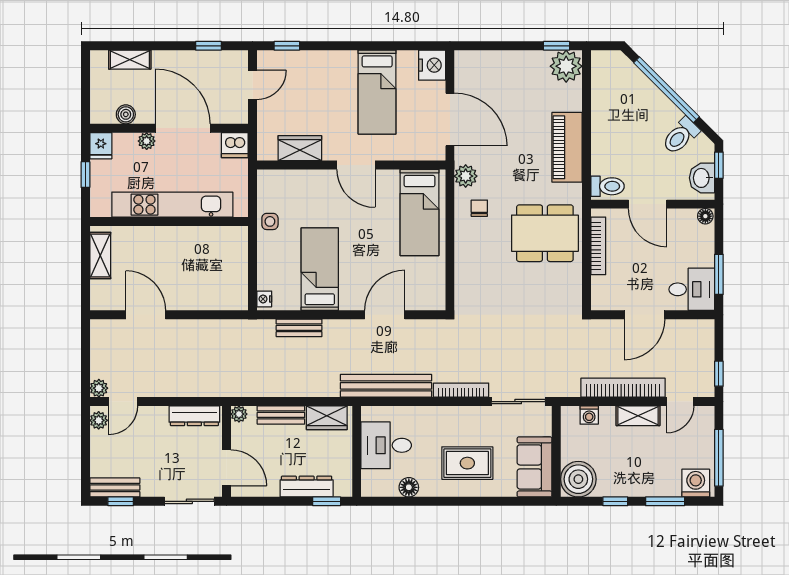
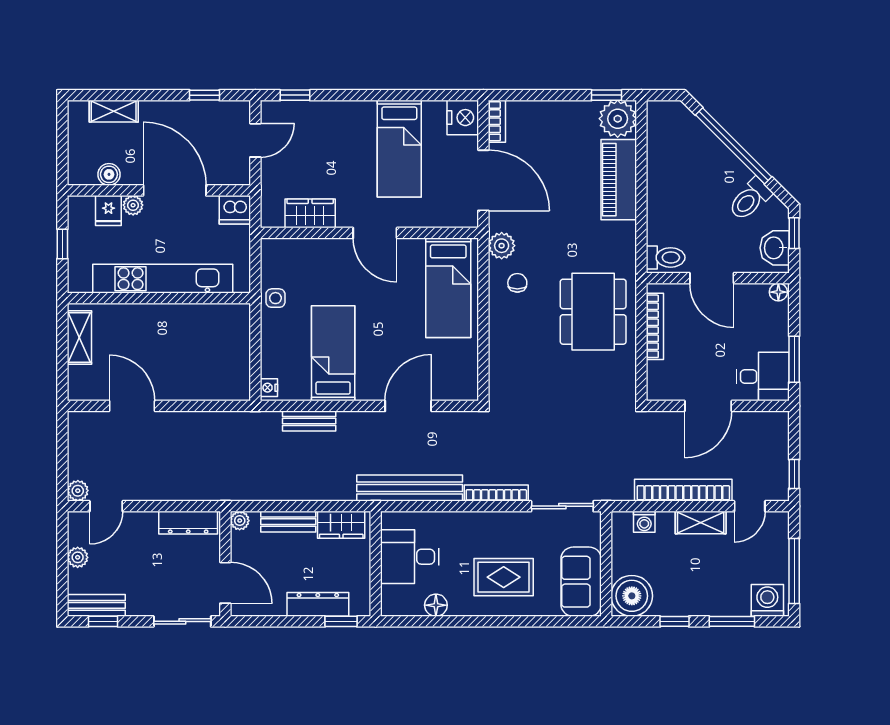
bookcase: (462, 68) -> (497, 121), added
fridge: (101, 146) -> (108, 211), moved
piano: (567, 147) -> (619, 180), moved
dining table: (545, 233) -> (593, 312), turned 90
plant: (99, 420) -> (78, 557), moved

